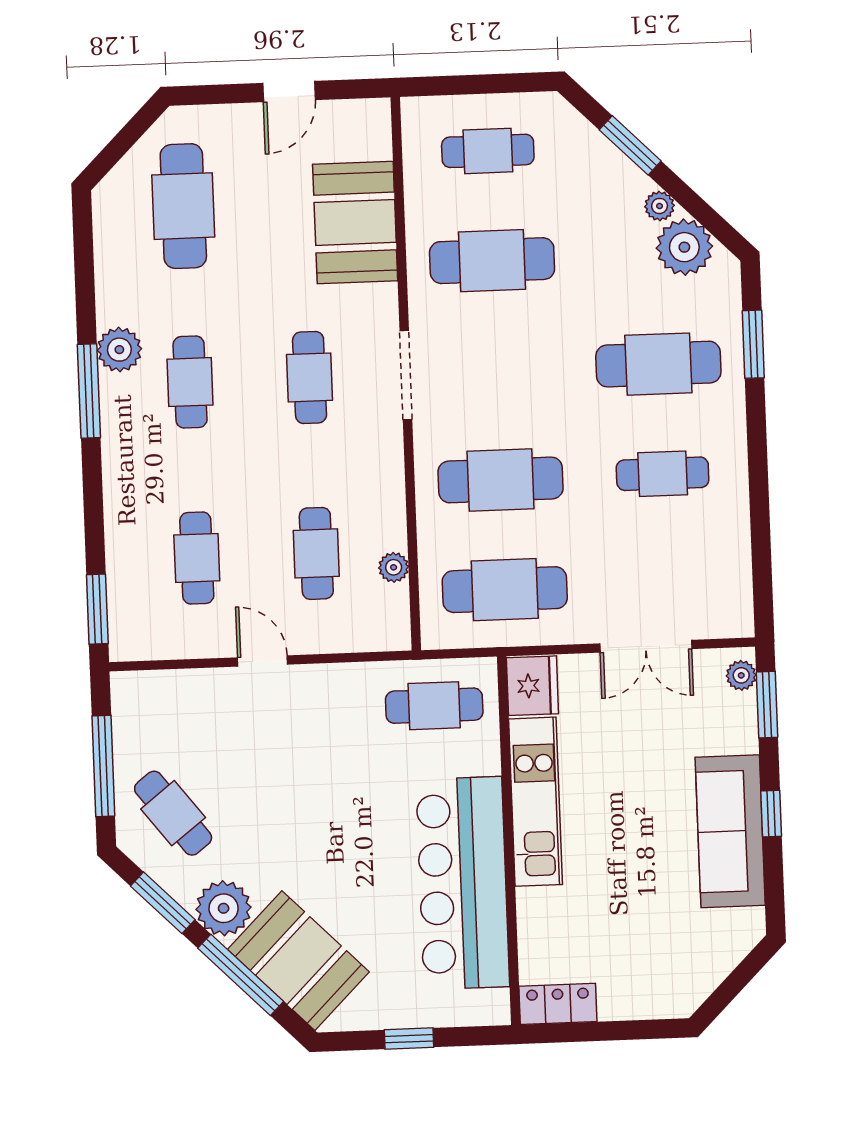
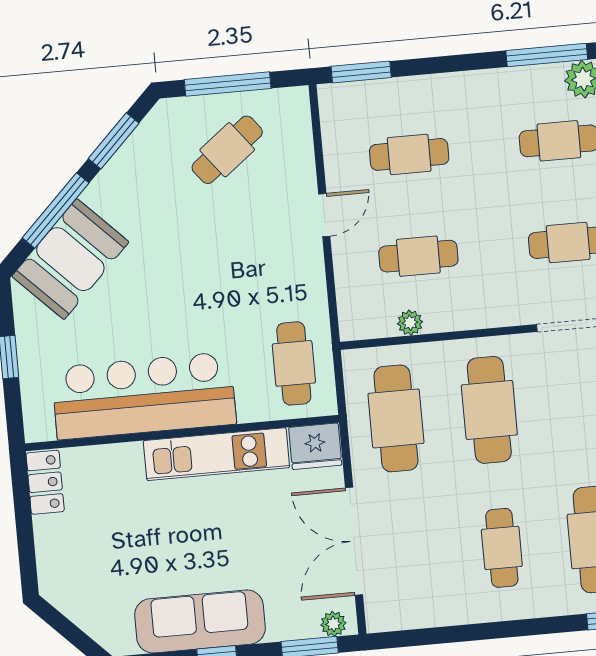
double door: (646, 646) -> (354, 541), width x1.37
cafe table: (173, 813) -> (227, 150), moved
plant: (224, 908) -> (112, 193), removed

